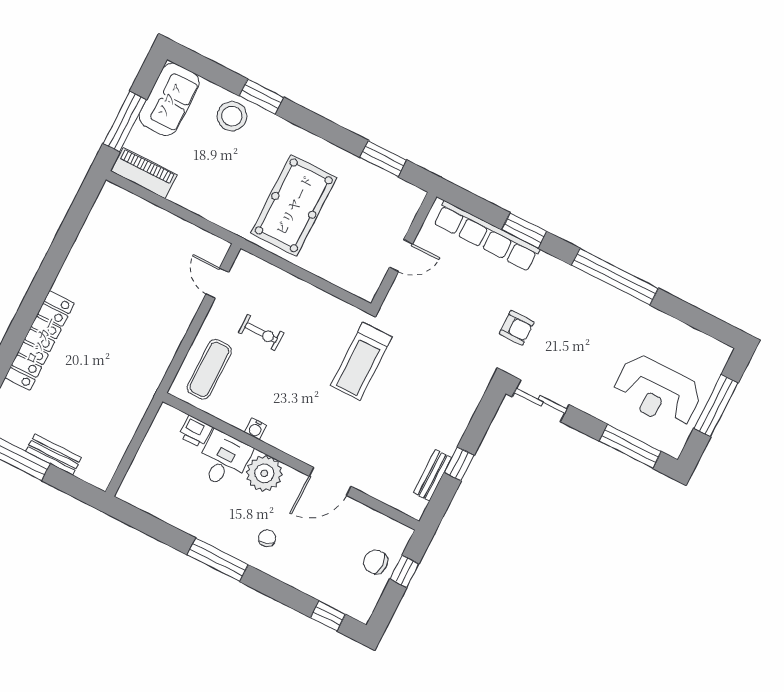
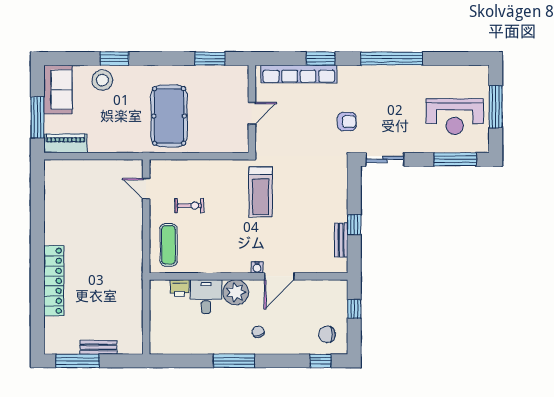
water cooler: (256, 429) -> (257, 267), moved
chair: (376, 562) -> (327, 334), moved

